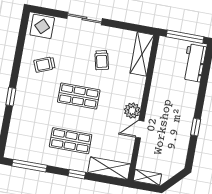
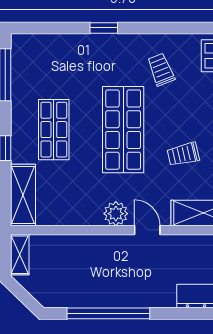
shop shelf: (79, 96) -> (123, 130), width x1.43, depth x1.36
window: (196, 127) -> (108, 313), width x3.17
door: (140, 129) -> (147, 230), moved

